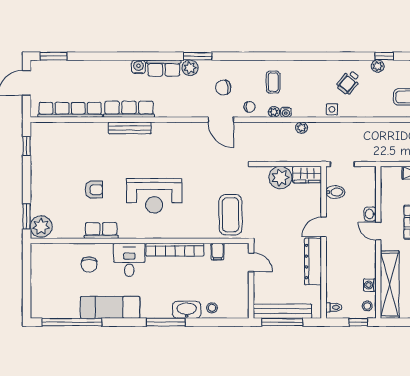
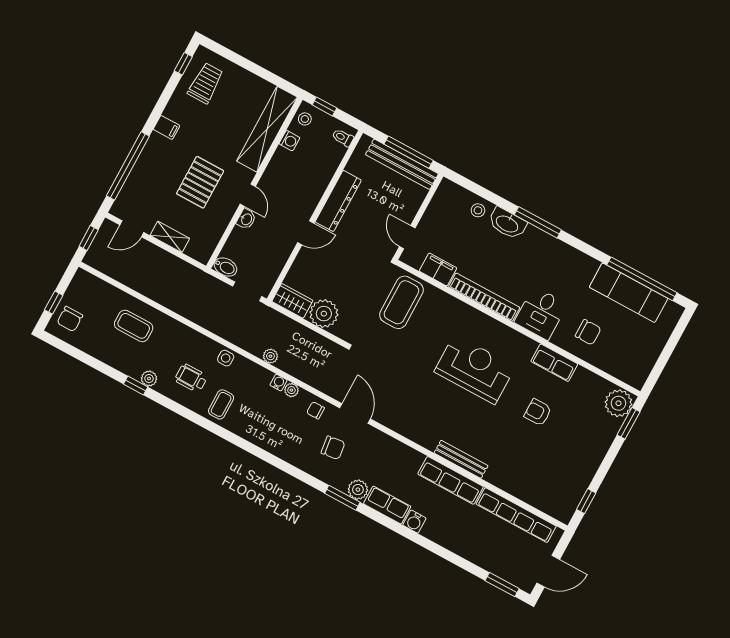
coffee table: (273, 82) -> (221, 404), moved
wheelchair: (349, 82) -> (191, 378), turned -129
bidet: (335, 192) -> (225, 267), moved, turned 180
filing cabinet: (218, 251) -> (438, 269), width x2.00
chair: (89, 265) -> (588, 332), turned 90
exam couch: (110, 307) -> (629, 293), moved

